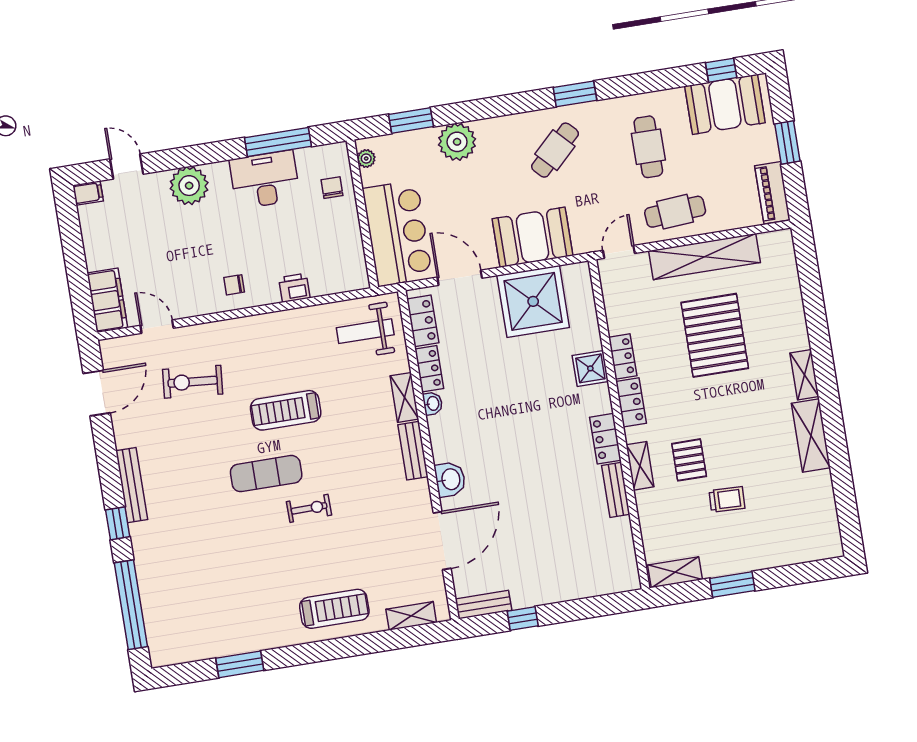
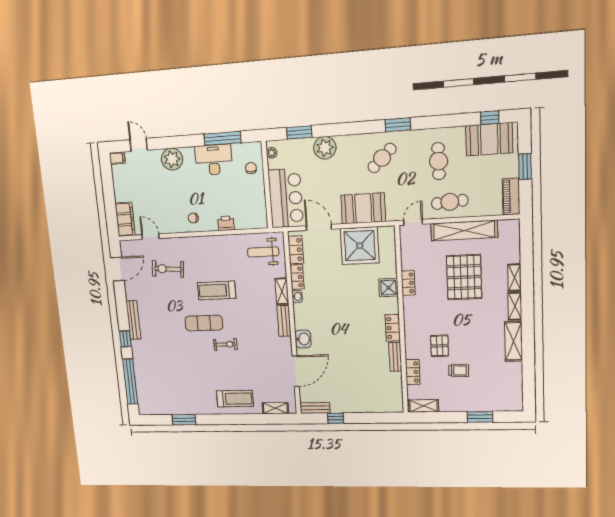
locker: (631, 402) -> (413, 372), moved
shelving: (640, 466) -> (514, 278), moved
window: (732, 585) -> (480, 417), moved

